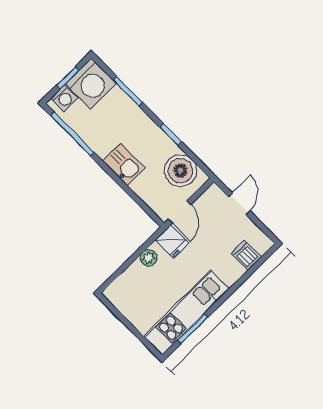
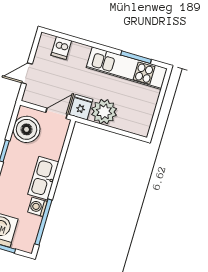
washing machine: (64, 98) -> (38, 207), moved, turned -90
kitchen sink: (124, 164) -> (43, 178), width x1.38
plant: (149, 258) -> (104, 112), width x1.88, depth x1.88

